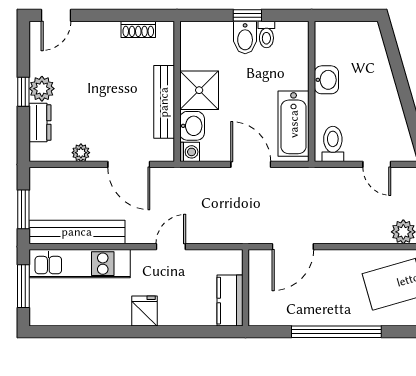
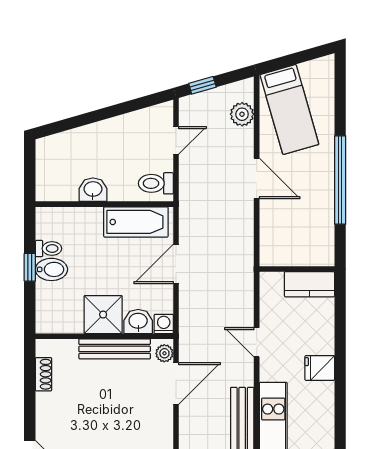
plant: (81, 153) -> (164, 353), moved
door: (293, 247) -> (257, 178), moved

